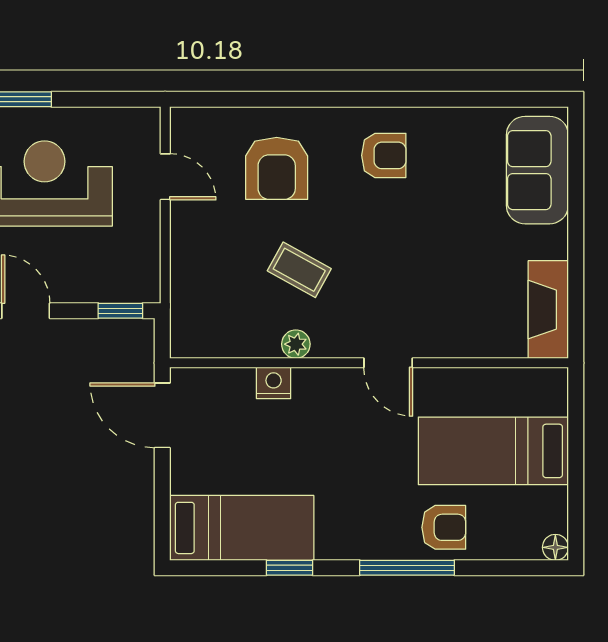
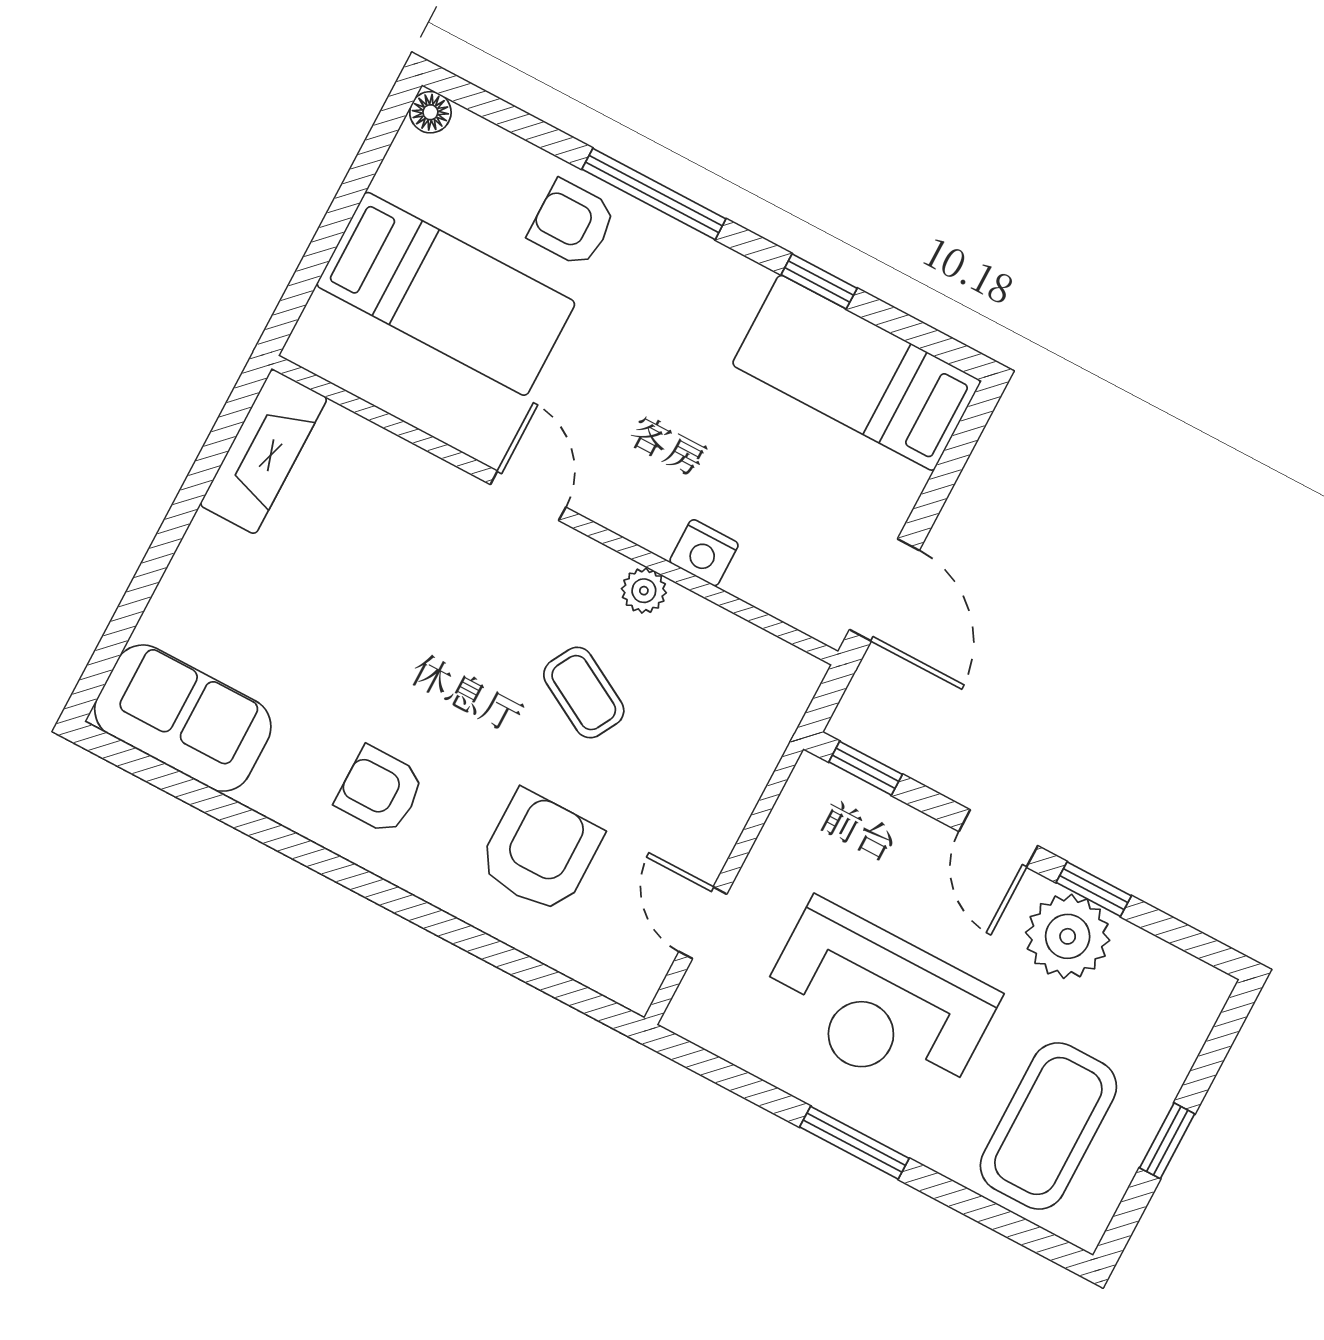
sofa: (537, 170) -> (183, 718), moved, turned -90

